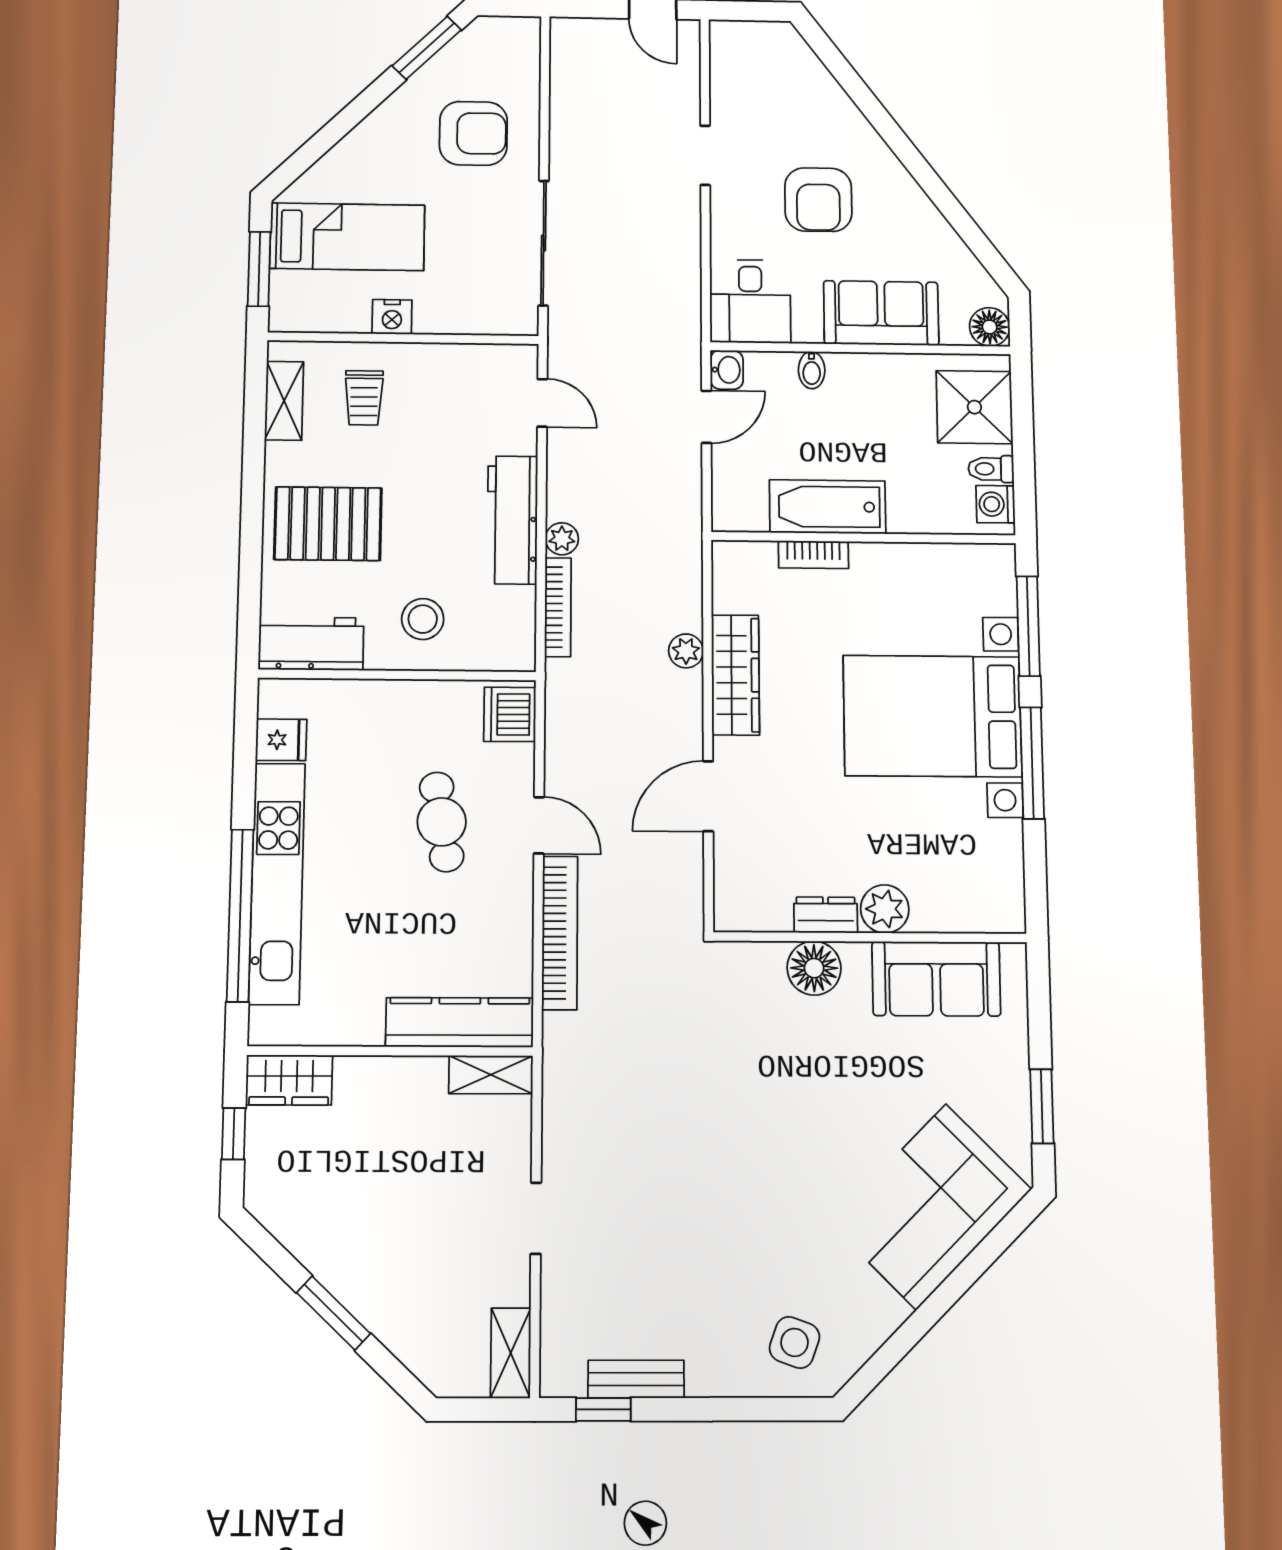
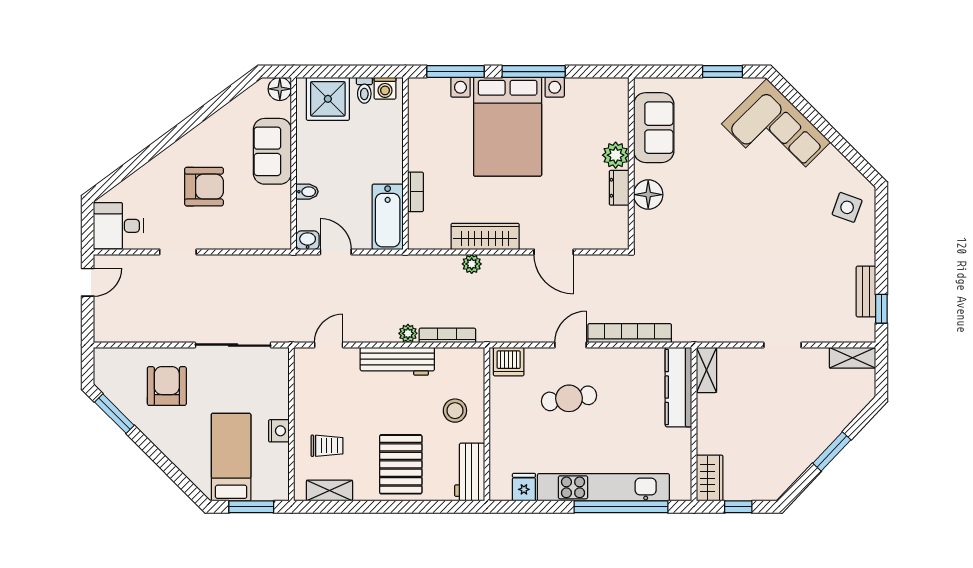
desk: (750, 301) -> (118, 226), moved, turned 180
bathtub: (828, 507) -> (388, 217), moved

